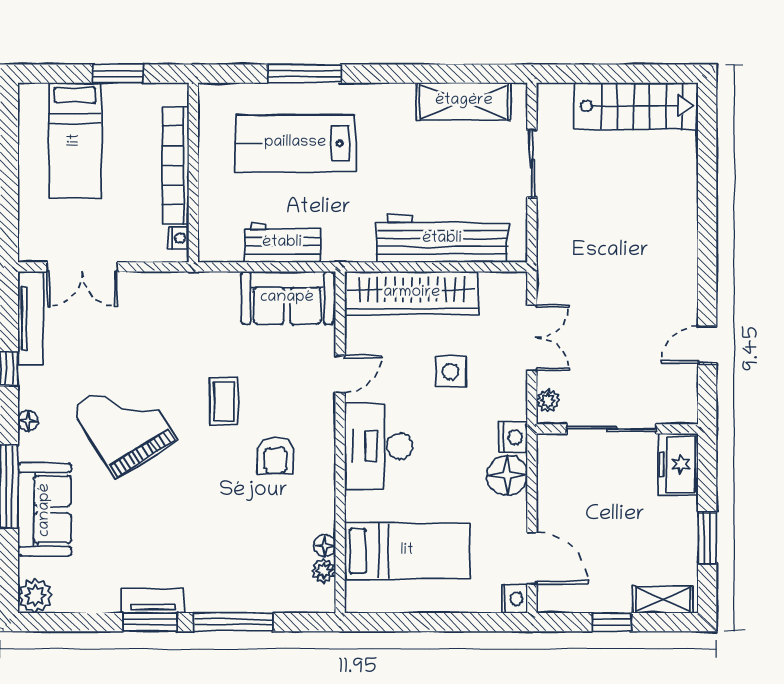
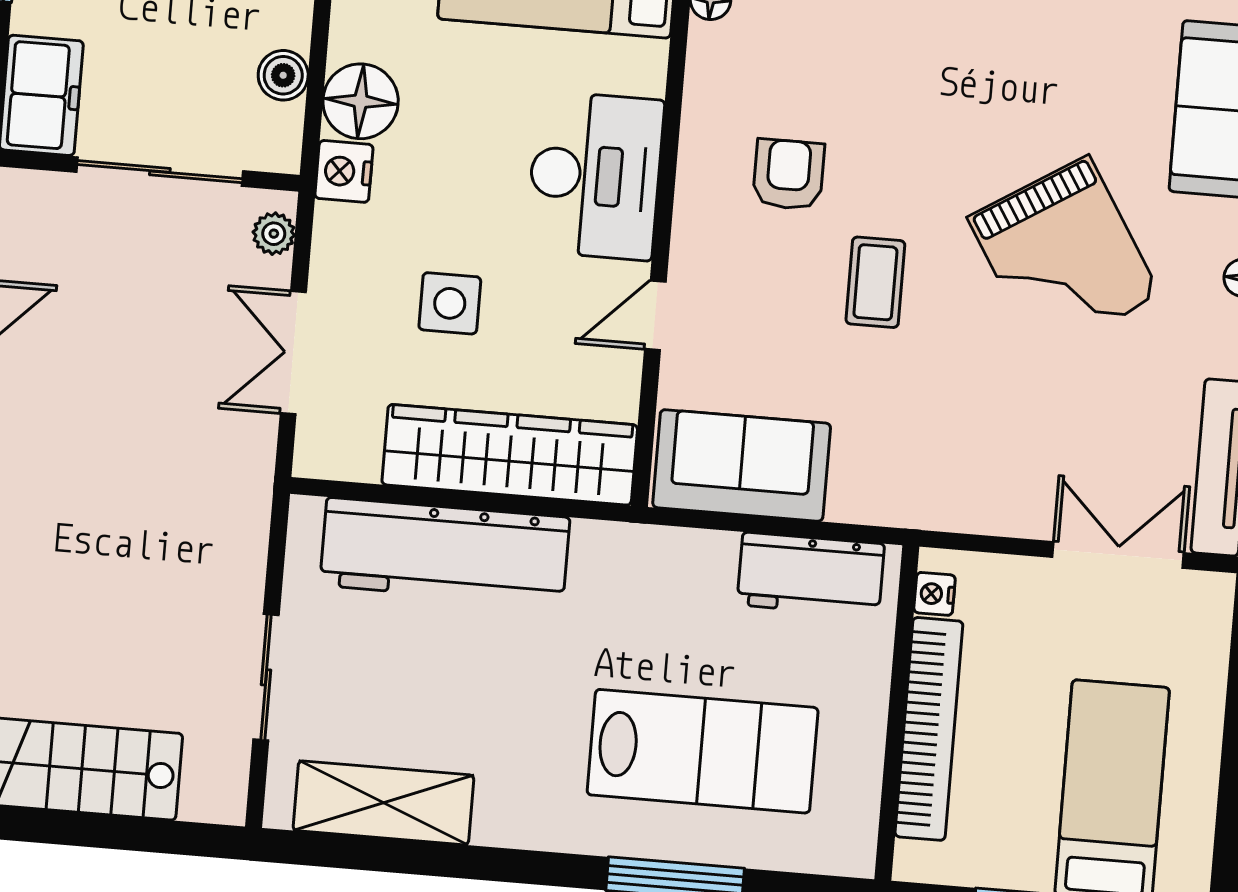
workbench: (282, 243) -> (811, 574), moved
boiler: (550, 486) -> (283, 75), added

